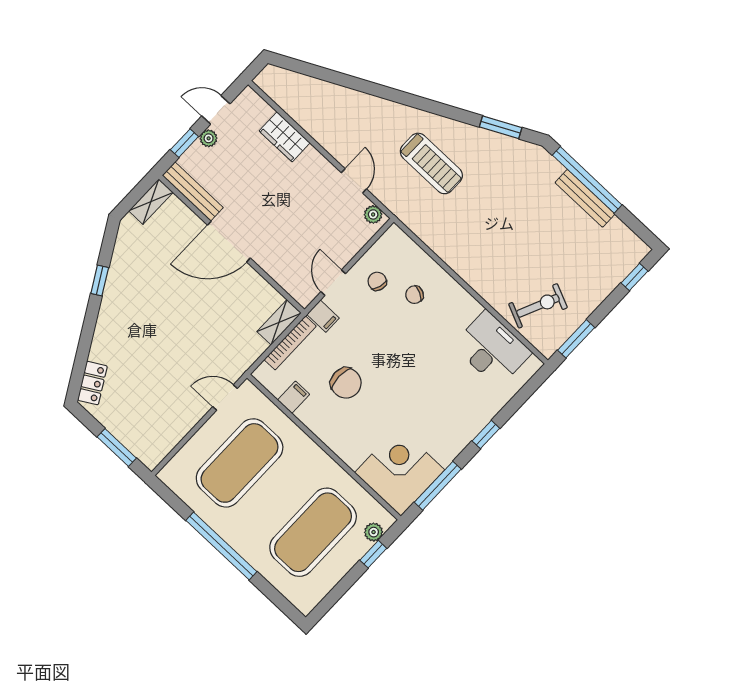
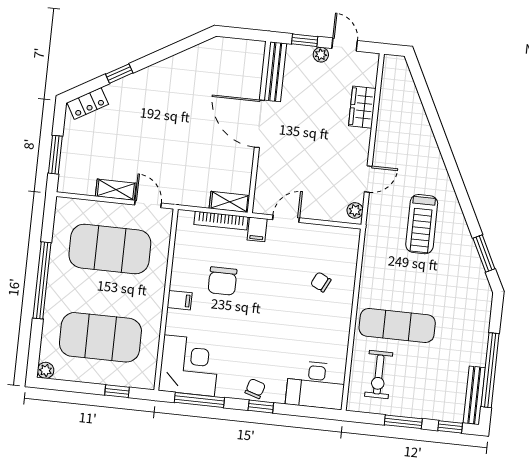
window: (587, 180) -> (490, 370), moved
bench: (585, 198) -> (474, 395), moved
shelving: (151, 202) -> (116, 190), moved
exercise mat: (506, 255) -> (397, 325), added
window: (100, 280) -> (119, 74), moved
chair: (377, 281) -> (255, 389), moved
exercise bike: (538, 306) -> (379, 375), turned 66
window: (576, 339) -> (403, 422), moved
desk: (492, 349) -> (316, 385), moved, turned 90
filing cabinet: (294, 397) -> (180, 300), moved
plant: (374, 532) -> (46, 370), moved

